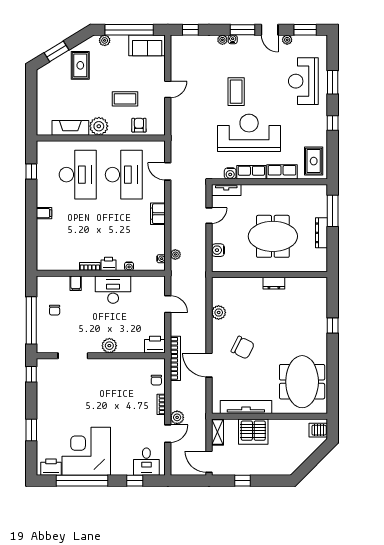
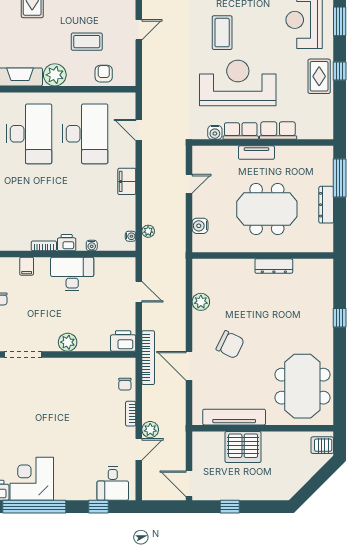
rug: (314, 161) -> (319, 76), moved
tv unit: (226, 190) -> (256, 153), moved
dresser: (274, 283) -> (274, 266), width x1.44
shelving: (218, 432) -> (199, 447), removed
corner desk: (86, 451) -> (32, 479), width x0.74, depth x0.74

